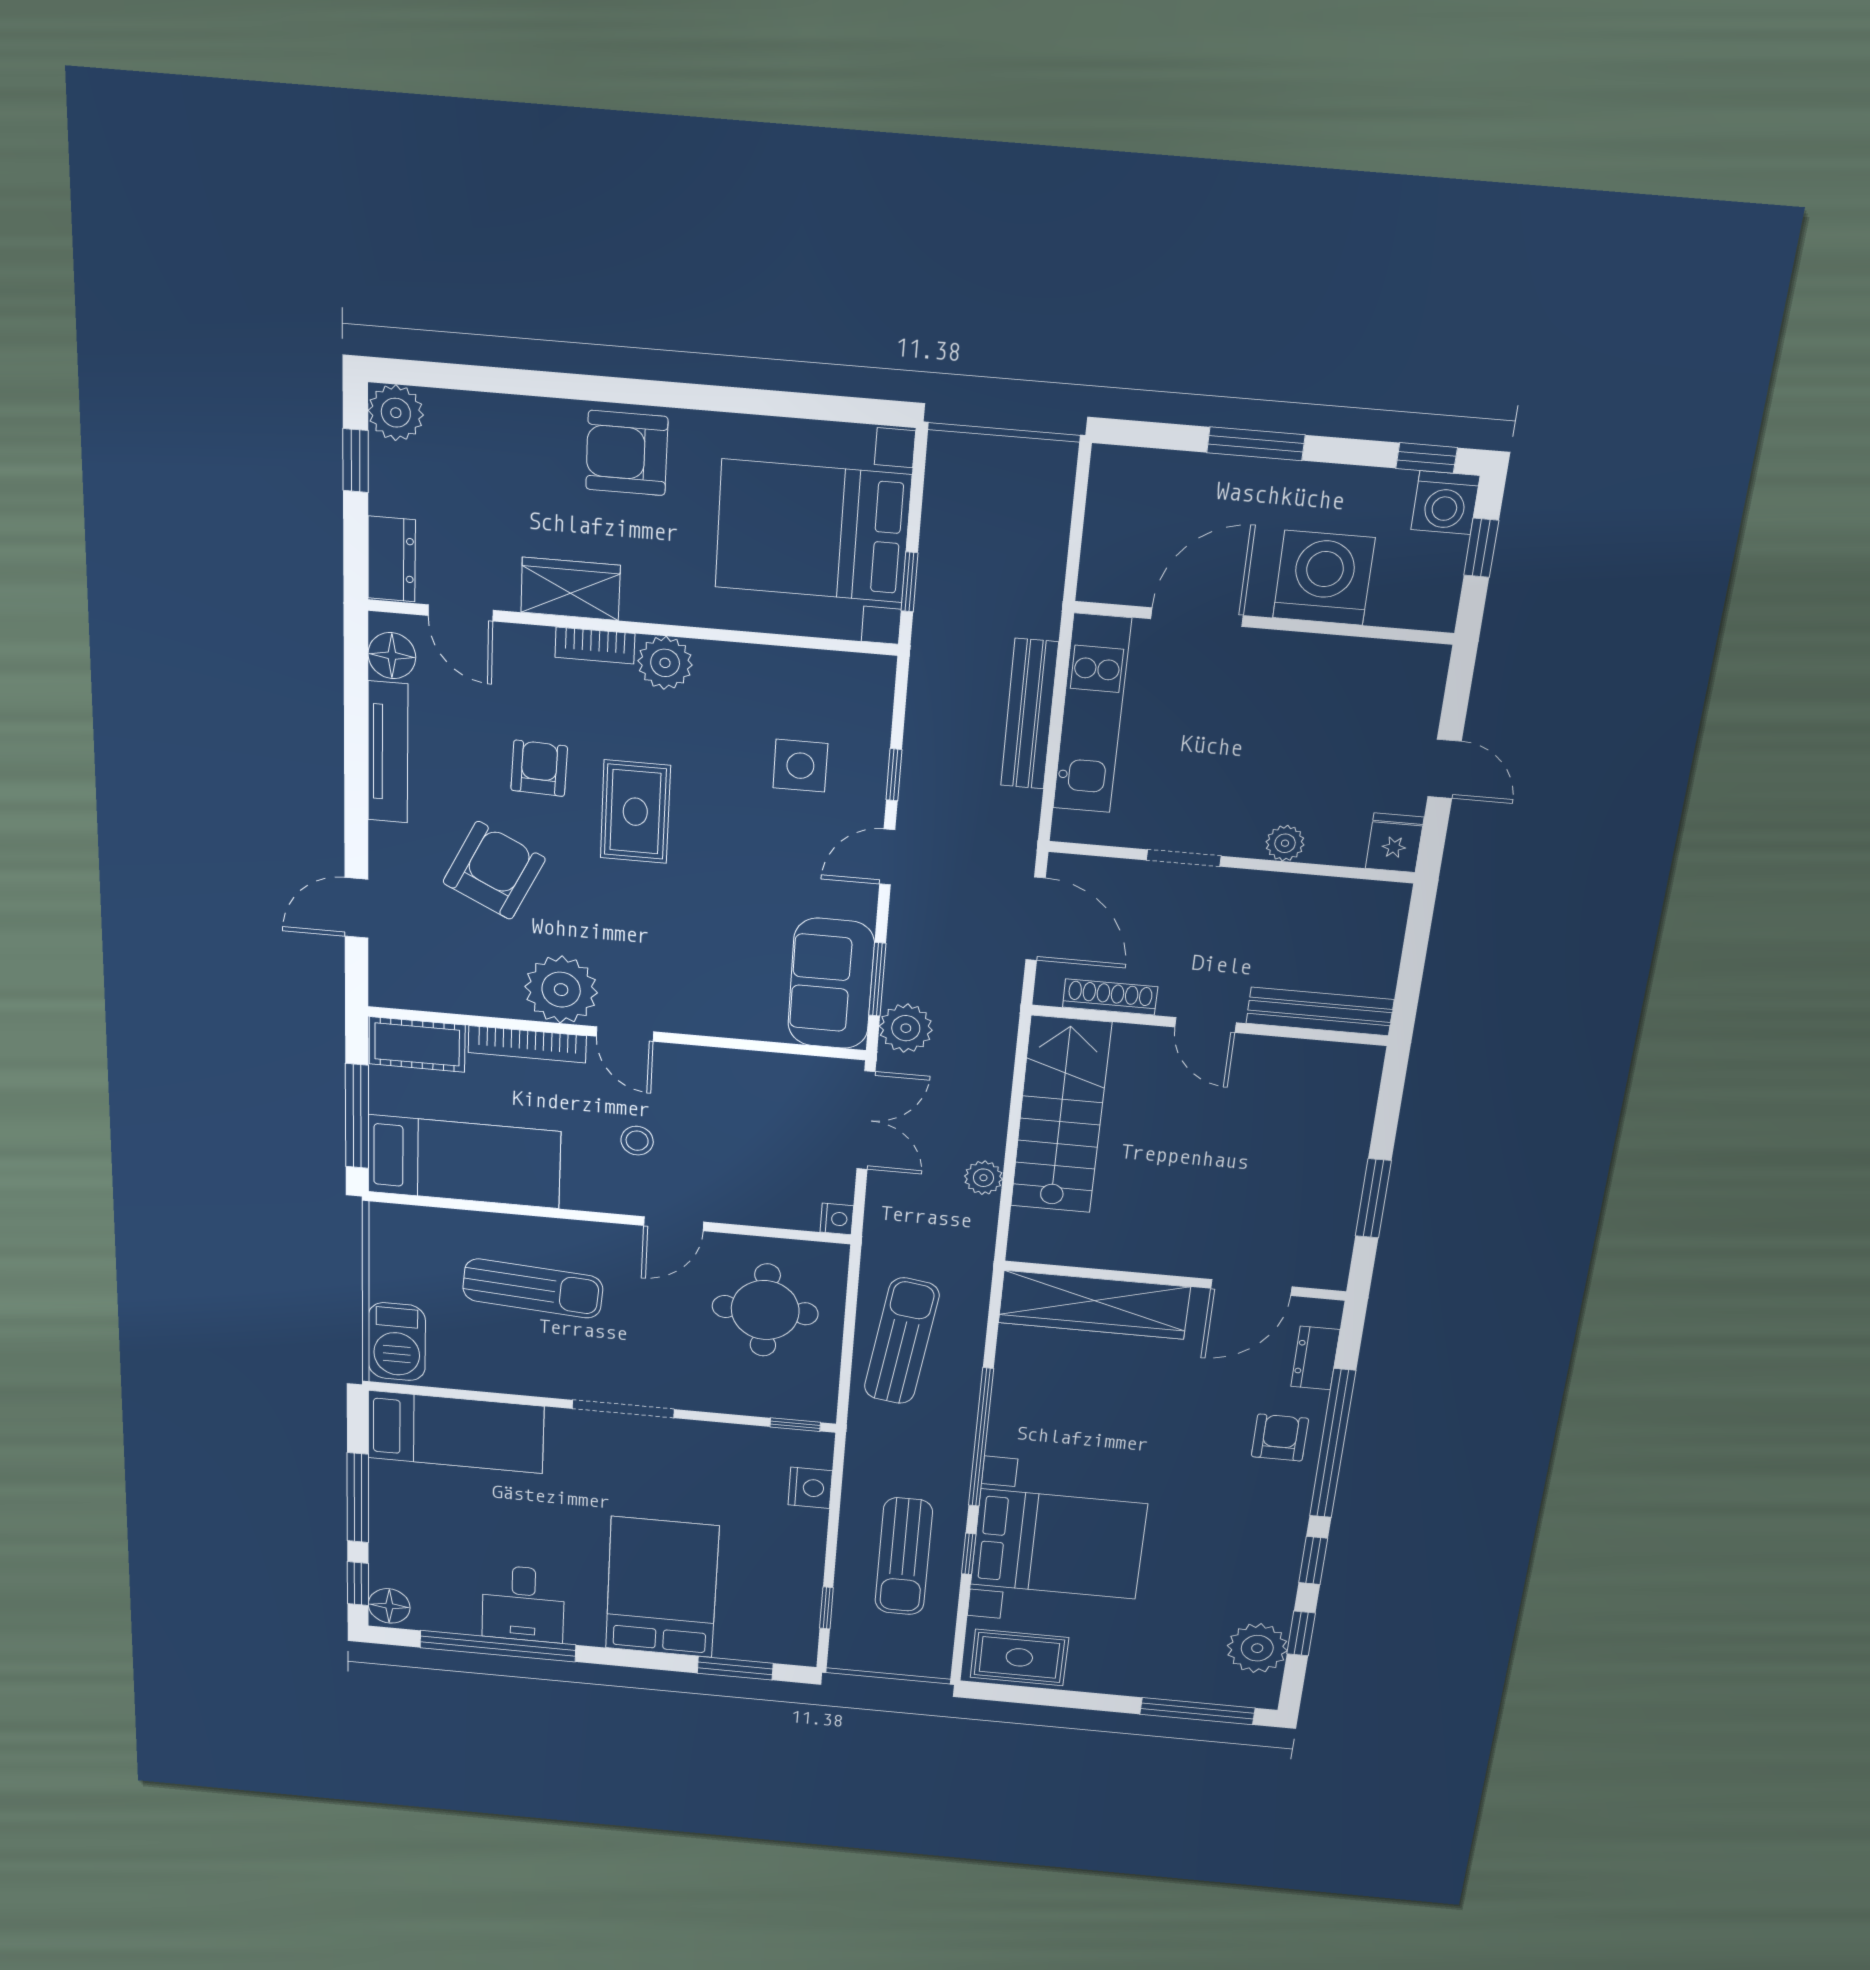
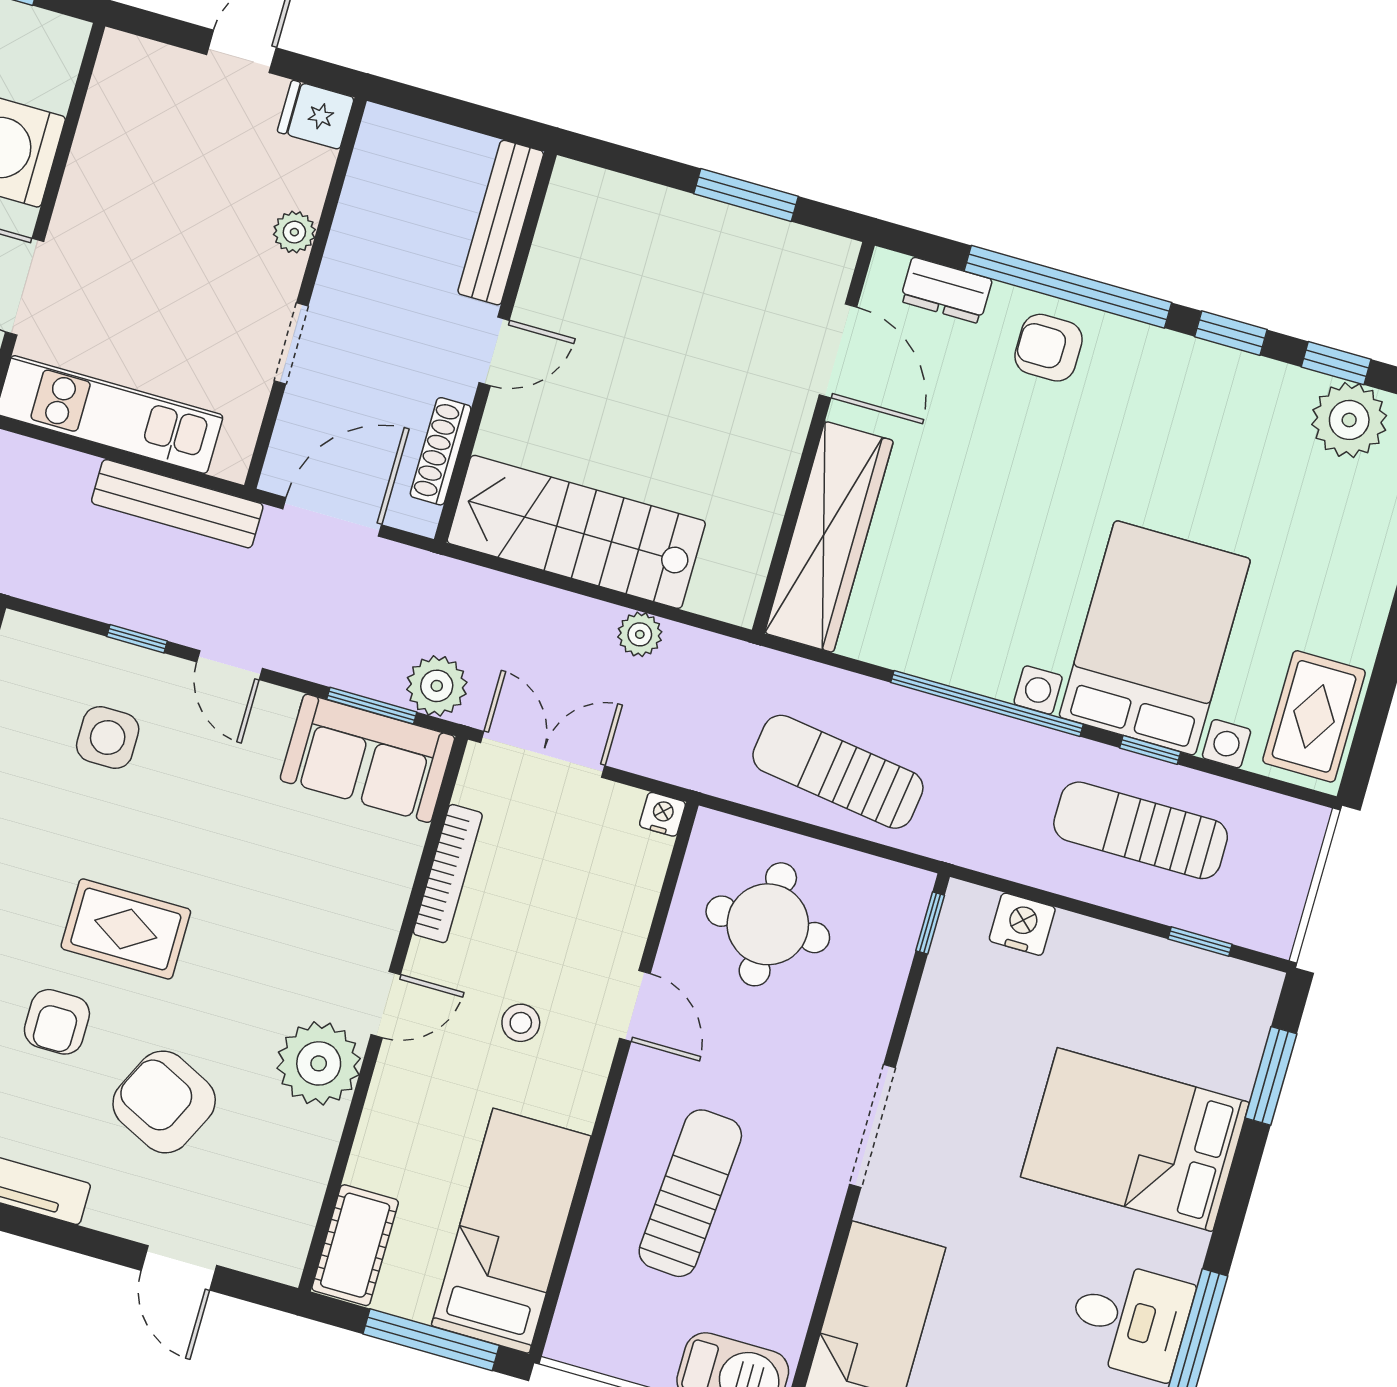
bench: (1029, 714) -> (177, 504), moved
armchair: (539, 768) -> (57, 1022), turned -92
bookcase: (527, 1044) -> (448, 874), moved
sun lounger: (904, 1557) -> (1141, 830), turned 180

